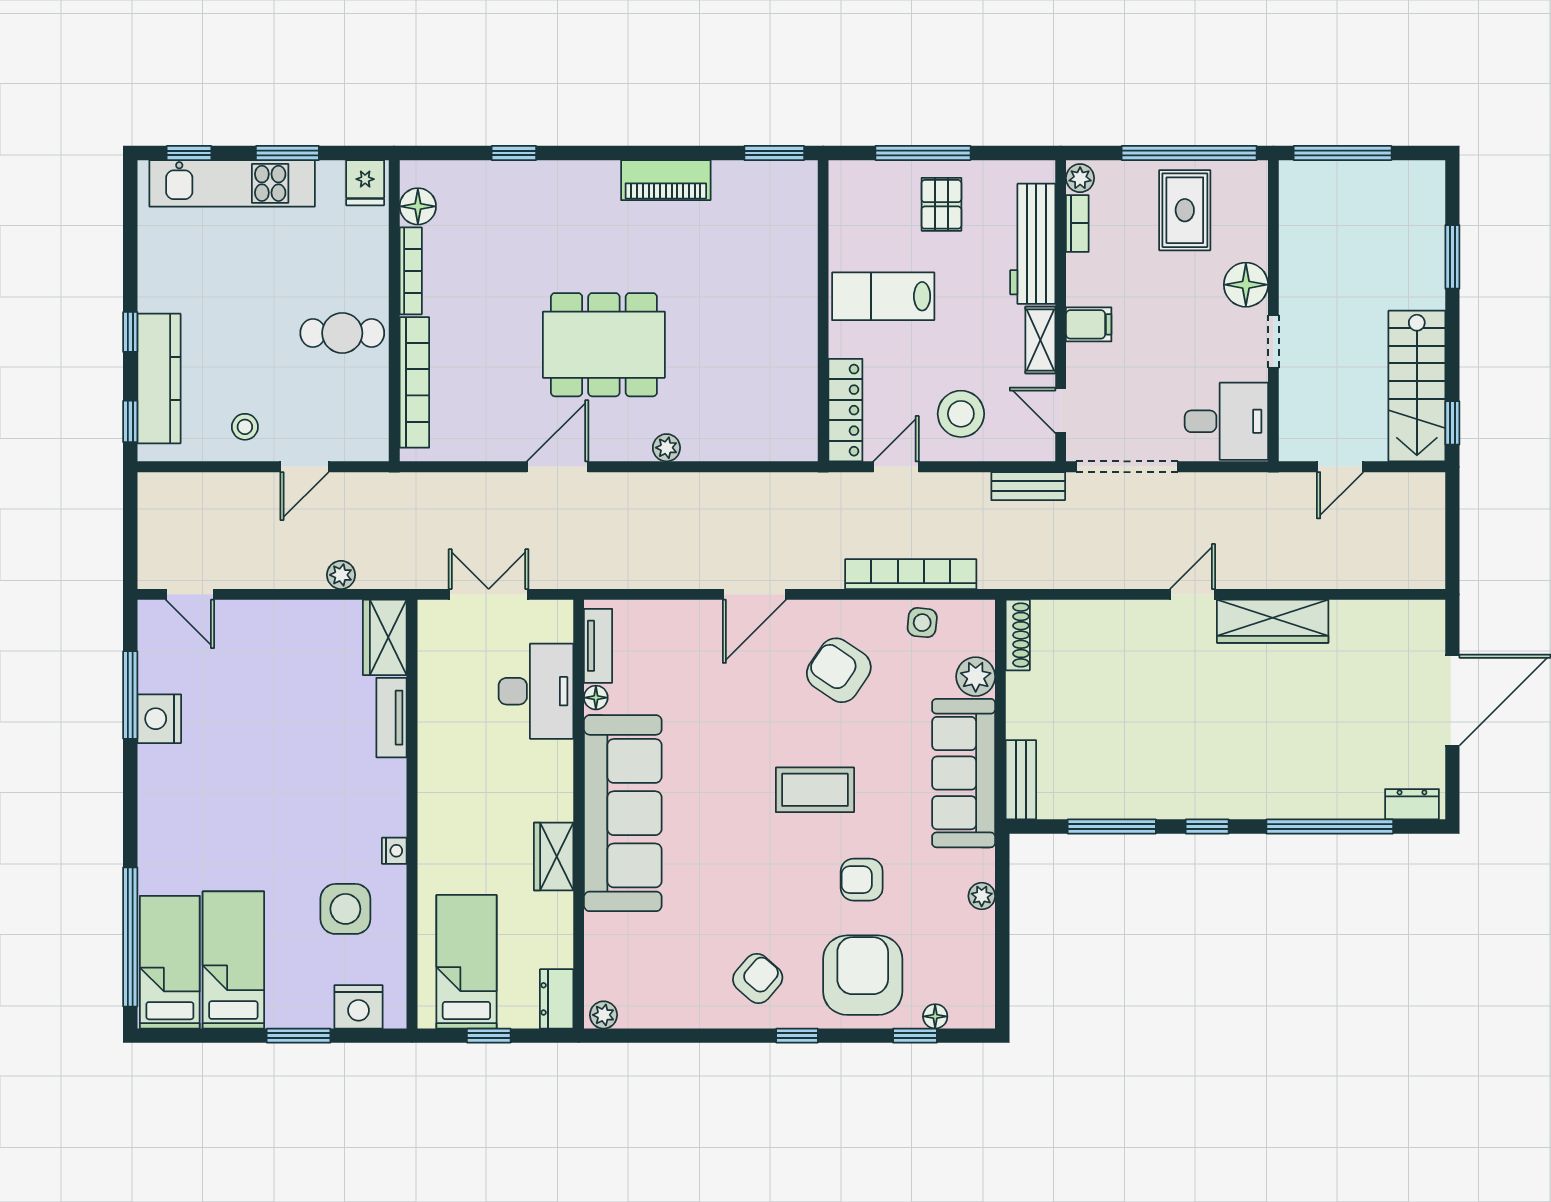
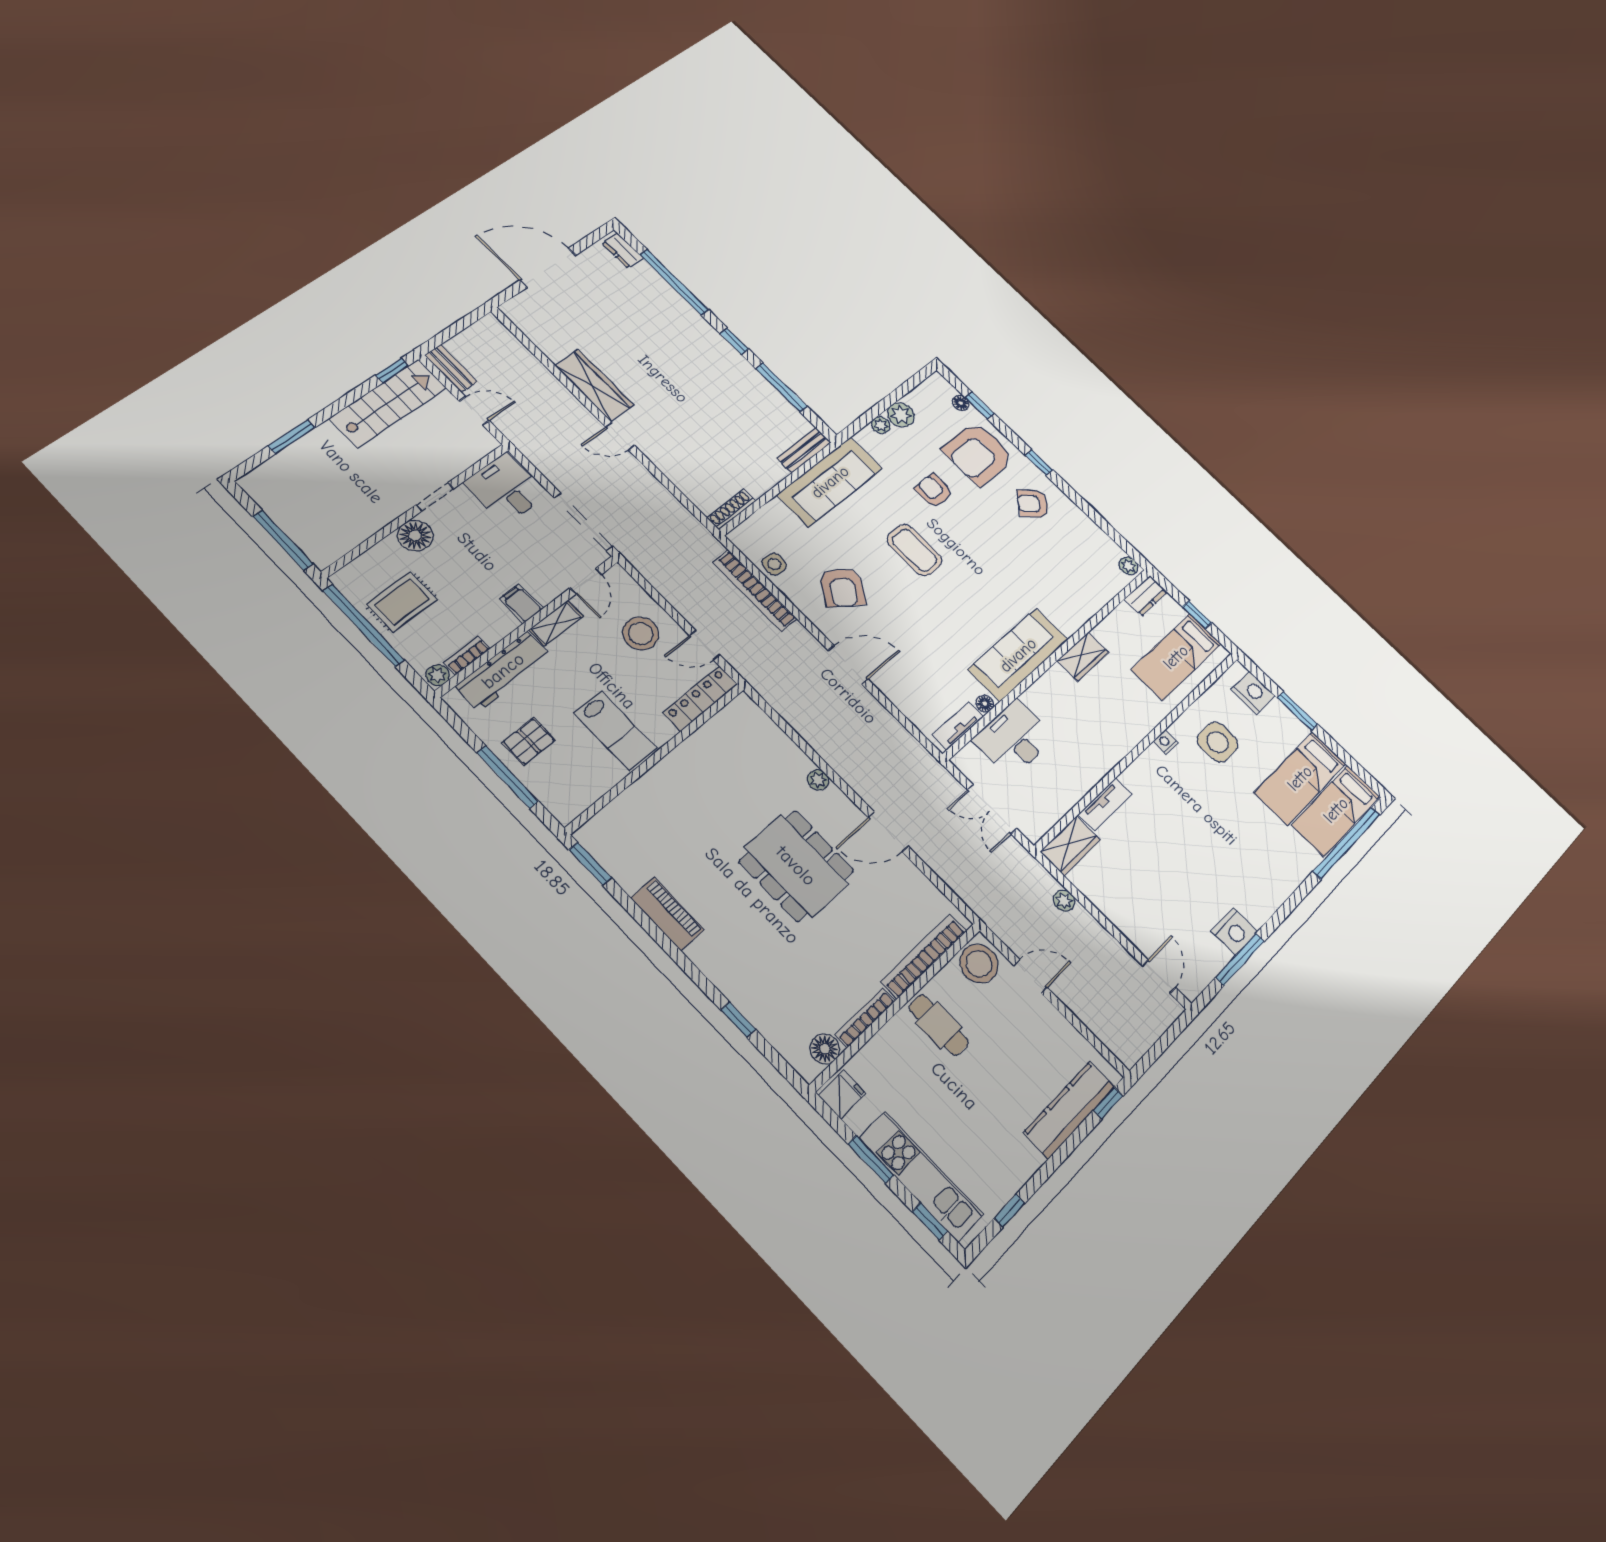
window: (130, 332) -> (1009, 1211), moved
stool: (245, 427) -> (979, 964), moved, width x1.89, depth x1.89
bench: (1028, 486) -> (451, 368), moved
plant: (976, 677) -> (901, 415), moved
sofa: (623, 813) -> (1018, 655), width x0.74, depth x0.79
armchair: (862, 880) -> (934, 491), turned 180

